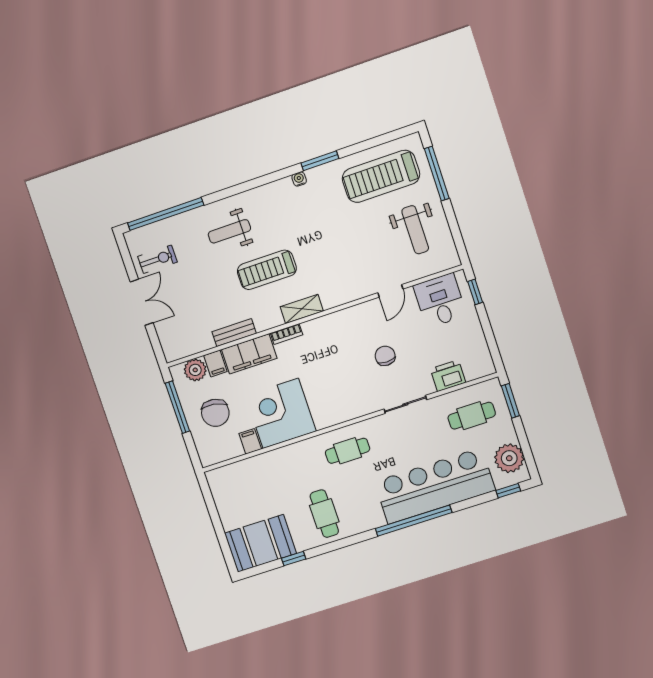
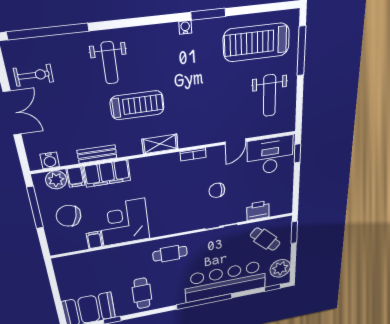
weight bench: (229, 231) -> (110, 63), turned -90
treadmill: (267, 270) -> (137, 105), turned 180
desk: (440, 301) -> (270, 155), width x1.37
bookcase: (287, 334) -> (193, 154), moved
water cooler: (185, 348) -> (50, 160), added
chair: (385, 356) -> (217, 190), turned -90
chair: (215, 413) -> (69, 216), turned 98
cafe table: (472, 416) -> (265, 239), turned 43

